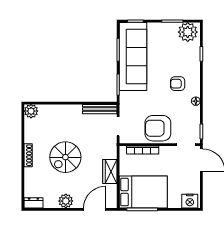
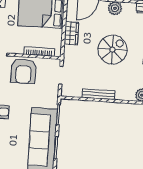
bench: (100, 109) -> (99, 94), moved
armchair: (158, 128) -> (24, 71), turned 90

